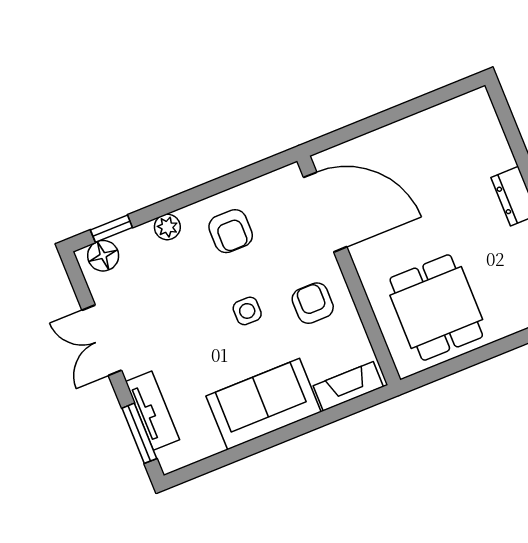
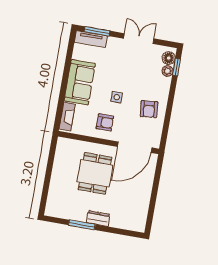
plant: (167, 227) -> (167, 71), moved
armchair: (231, 231) -> (149, 109), turned -96
dining table: (436, 307) -> (95, 173), moved, turned 90
tv unit: (153, 411) -> (91, 39), moved

